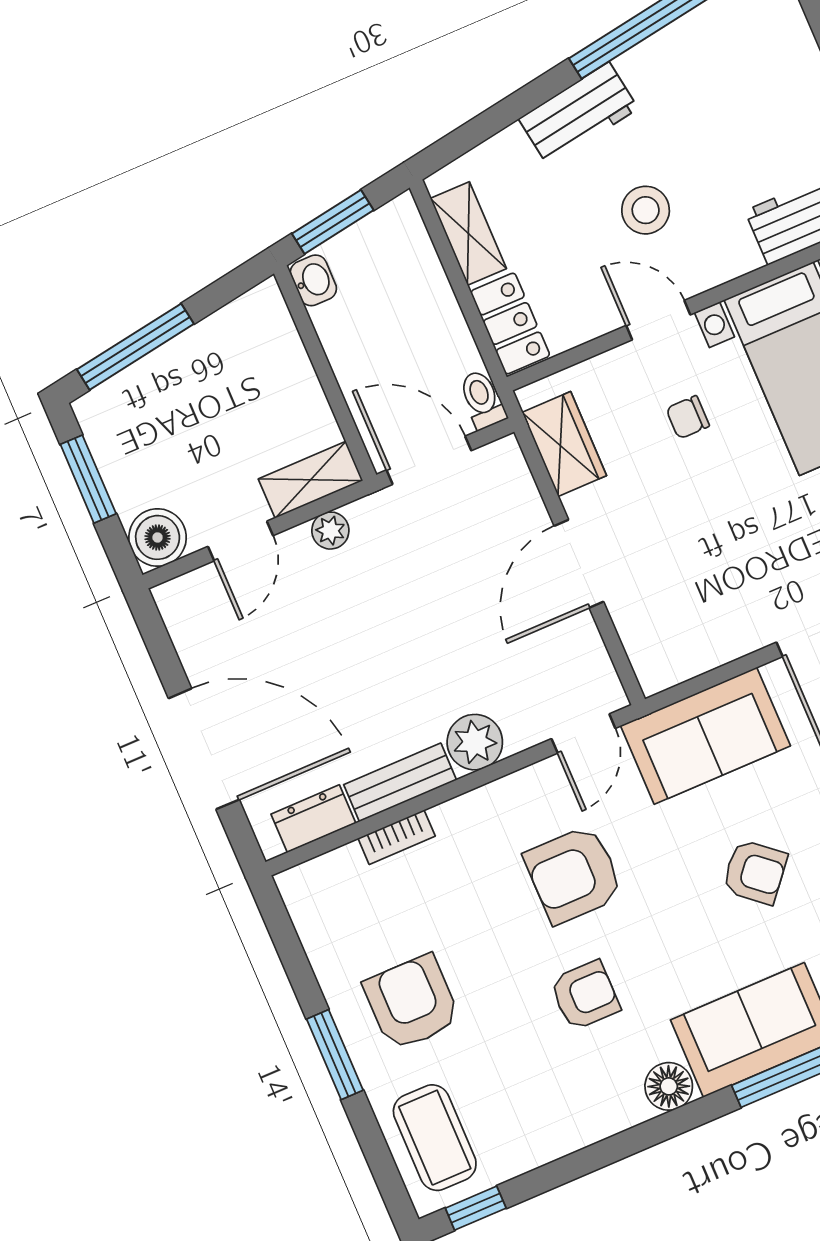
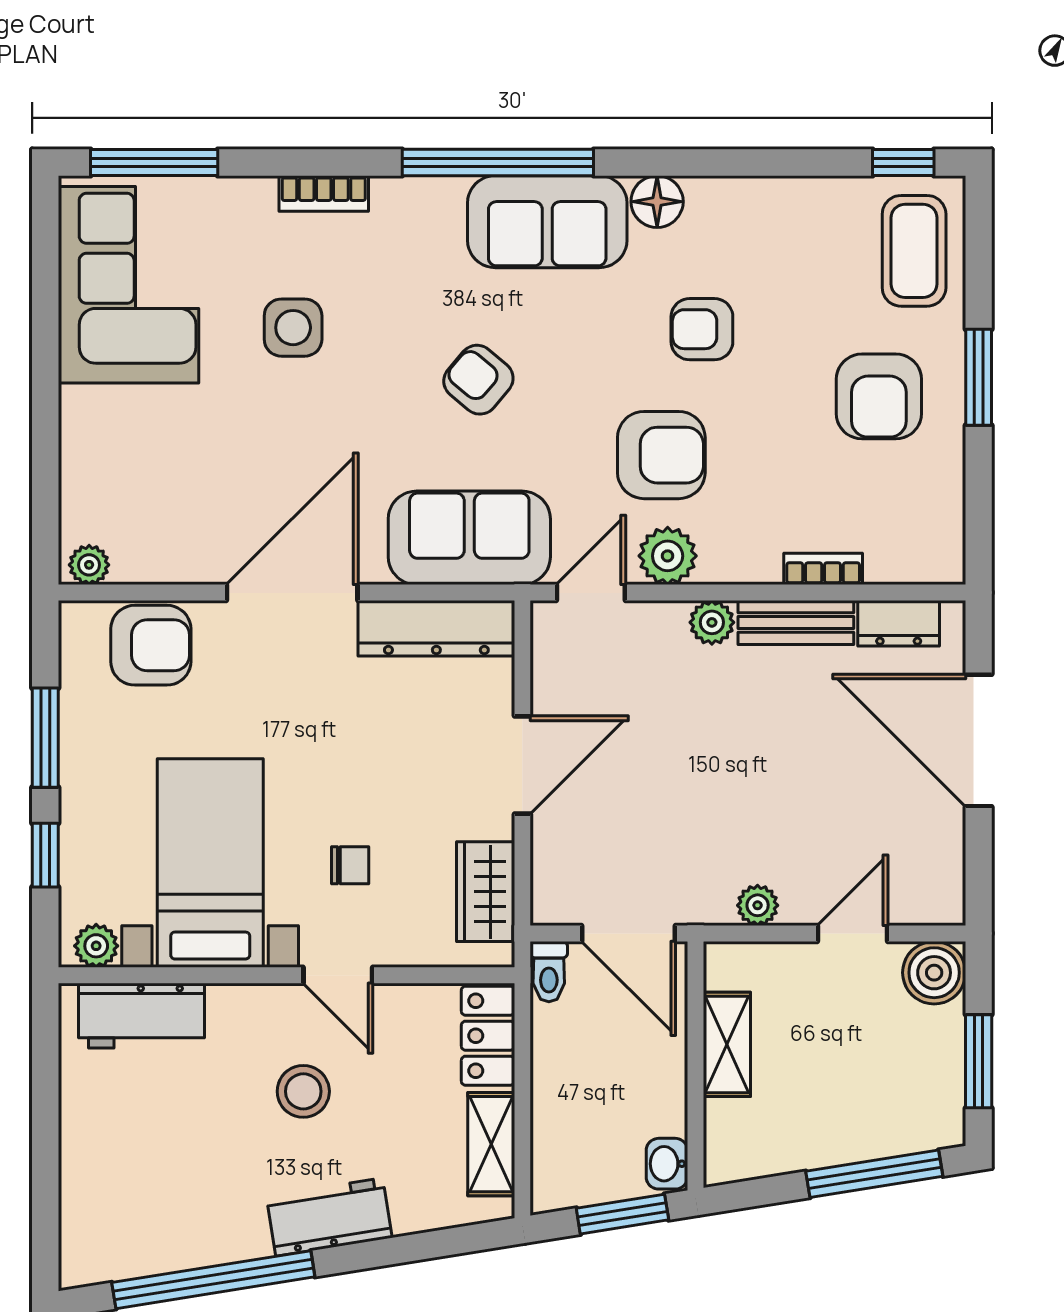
shelving: (311, 480) -> (727, 1044), moved, turned 90
dresser: (701, 648) -> (436, 628), added
plant: (475, 742) -> (712, 622), width x0.73, depth x0.73
plant: (532, 792) -> (668, 556), added

